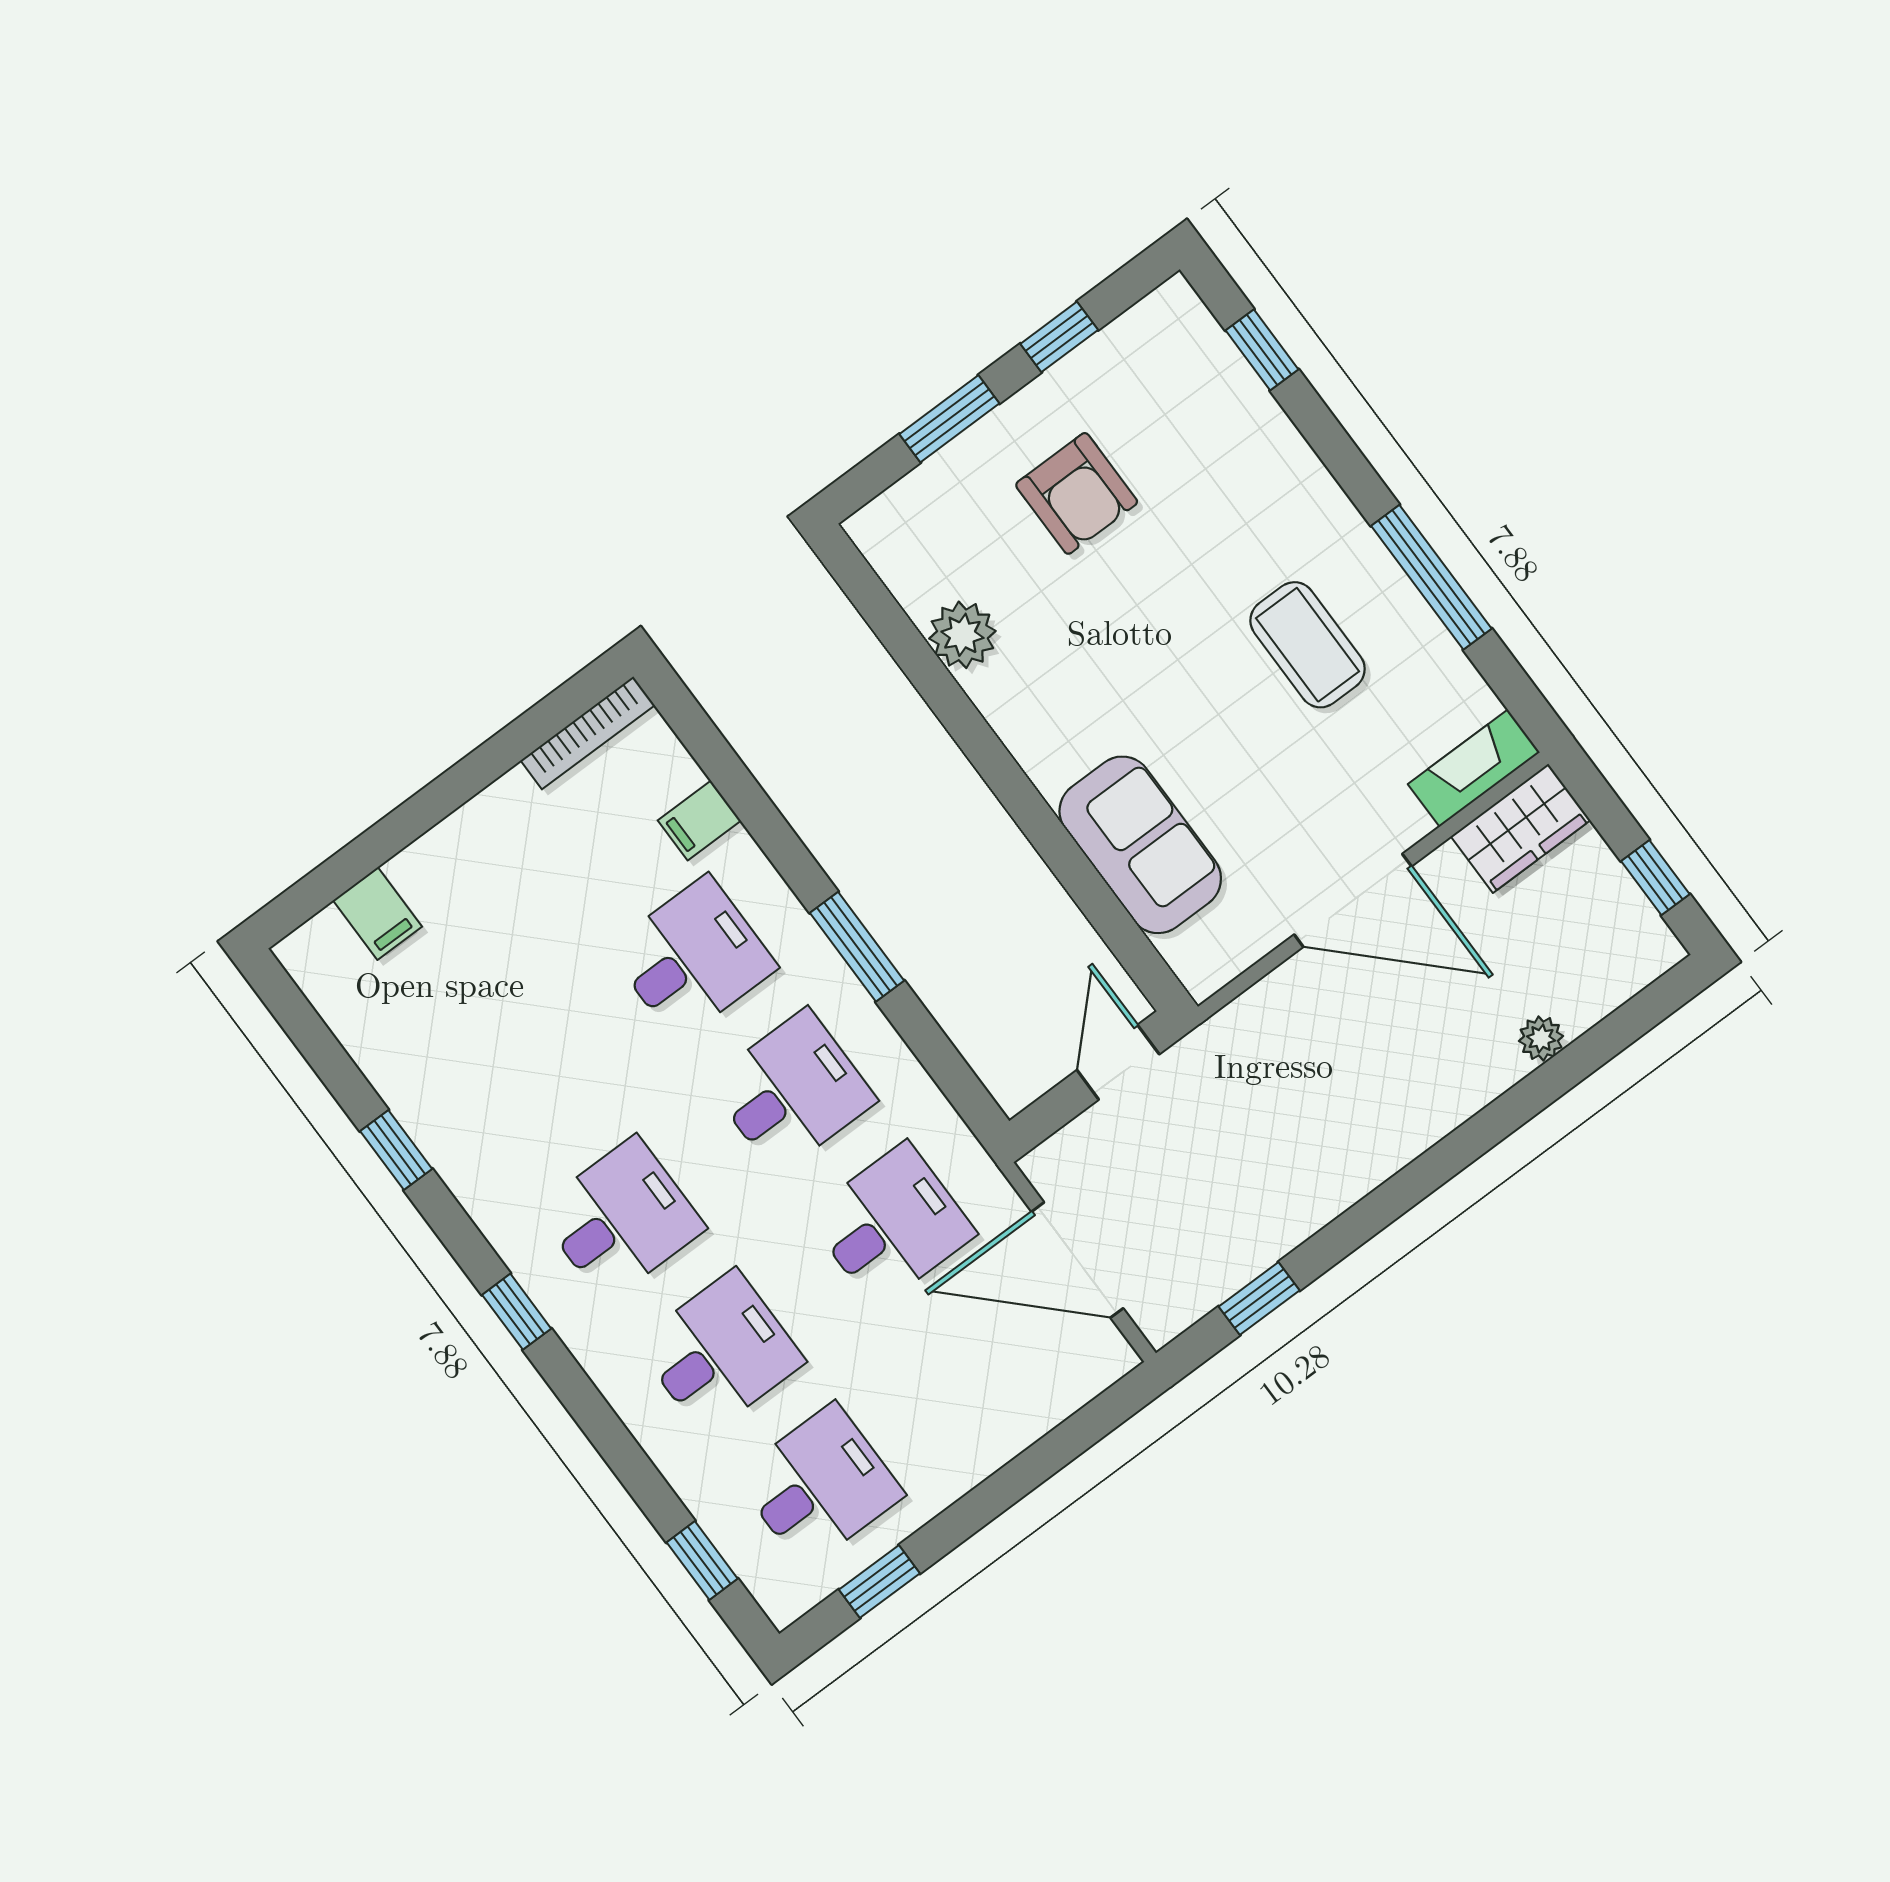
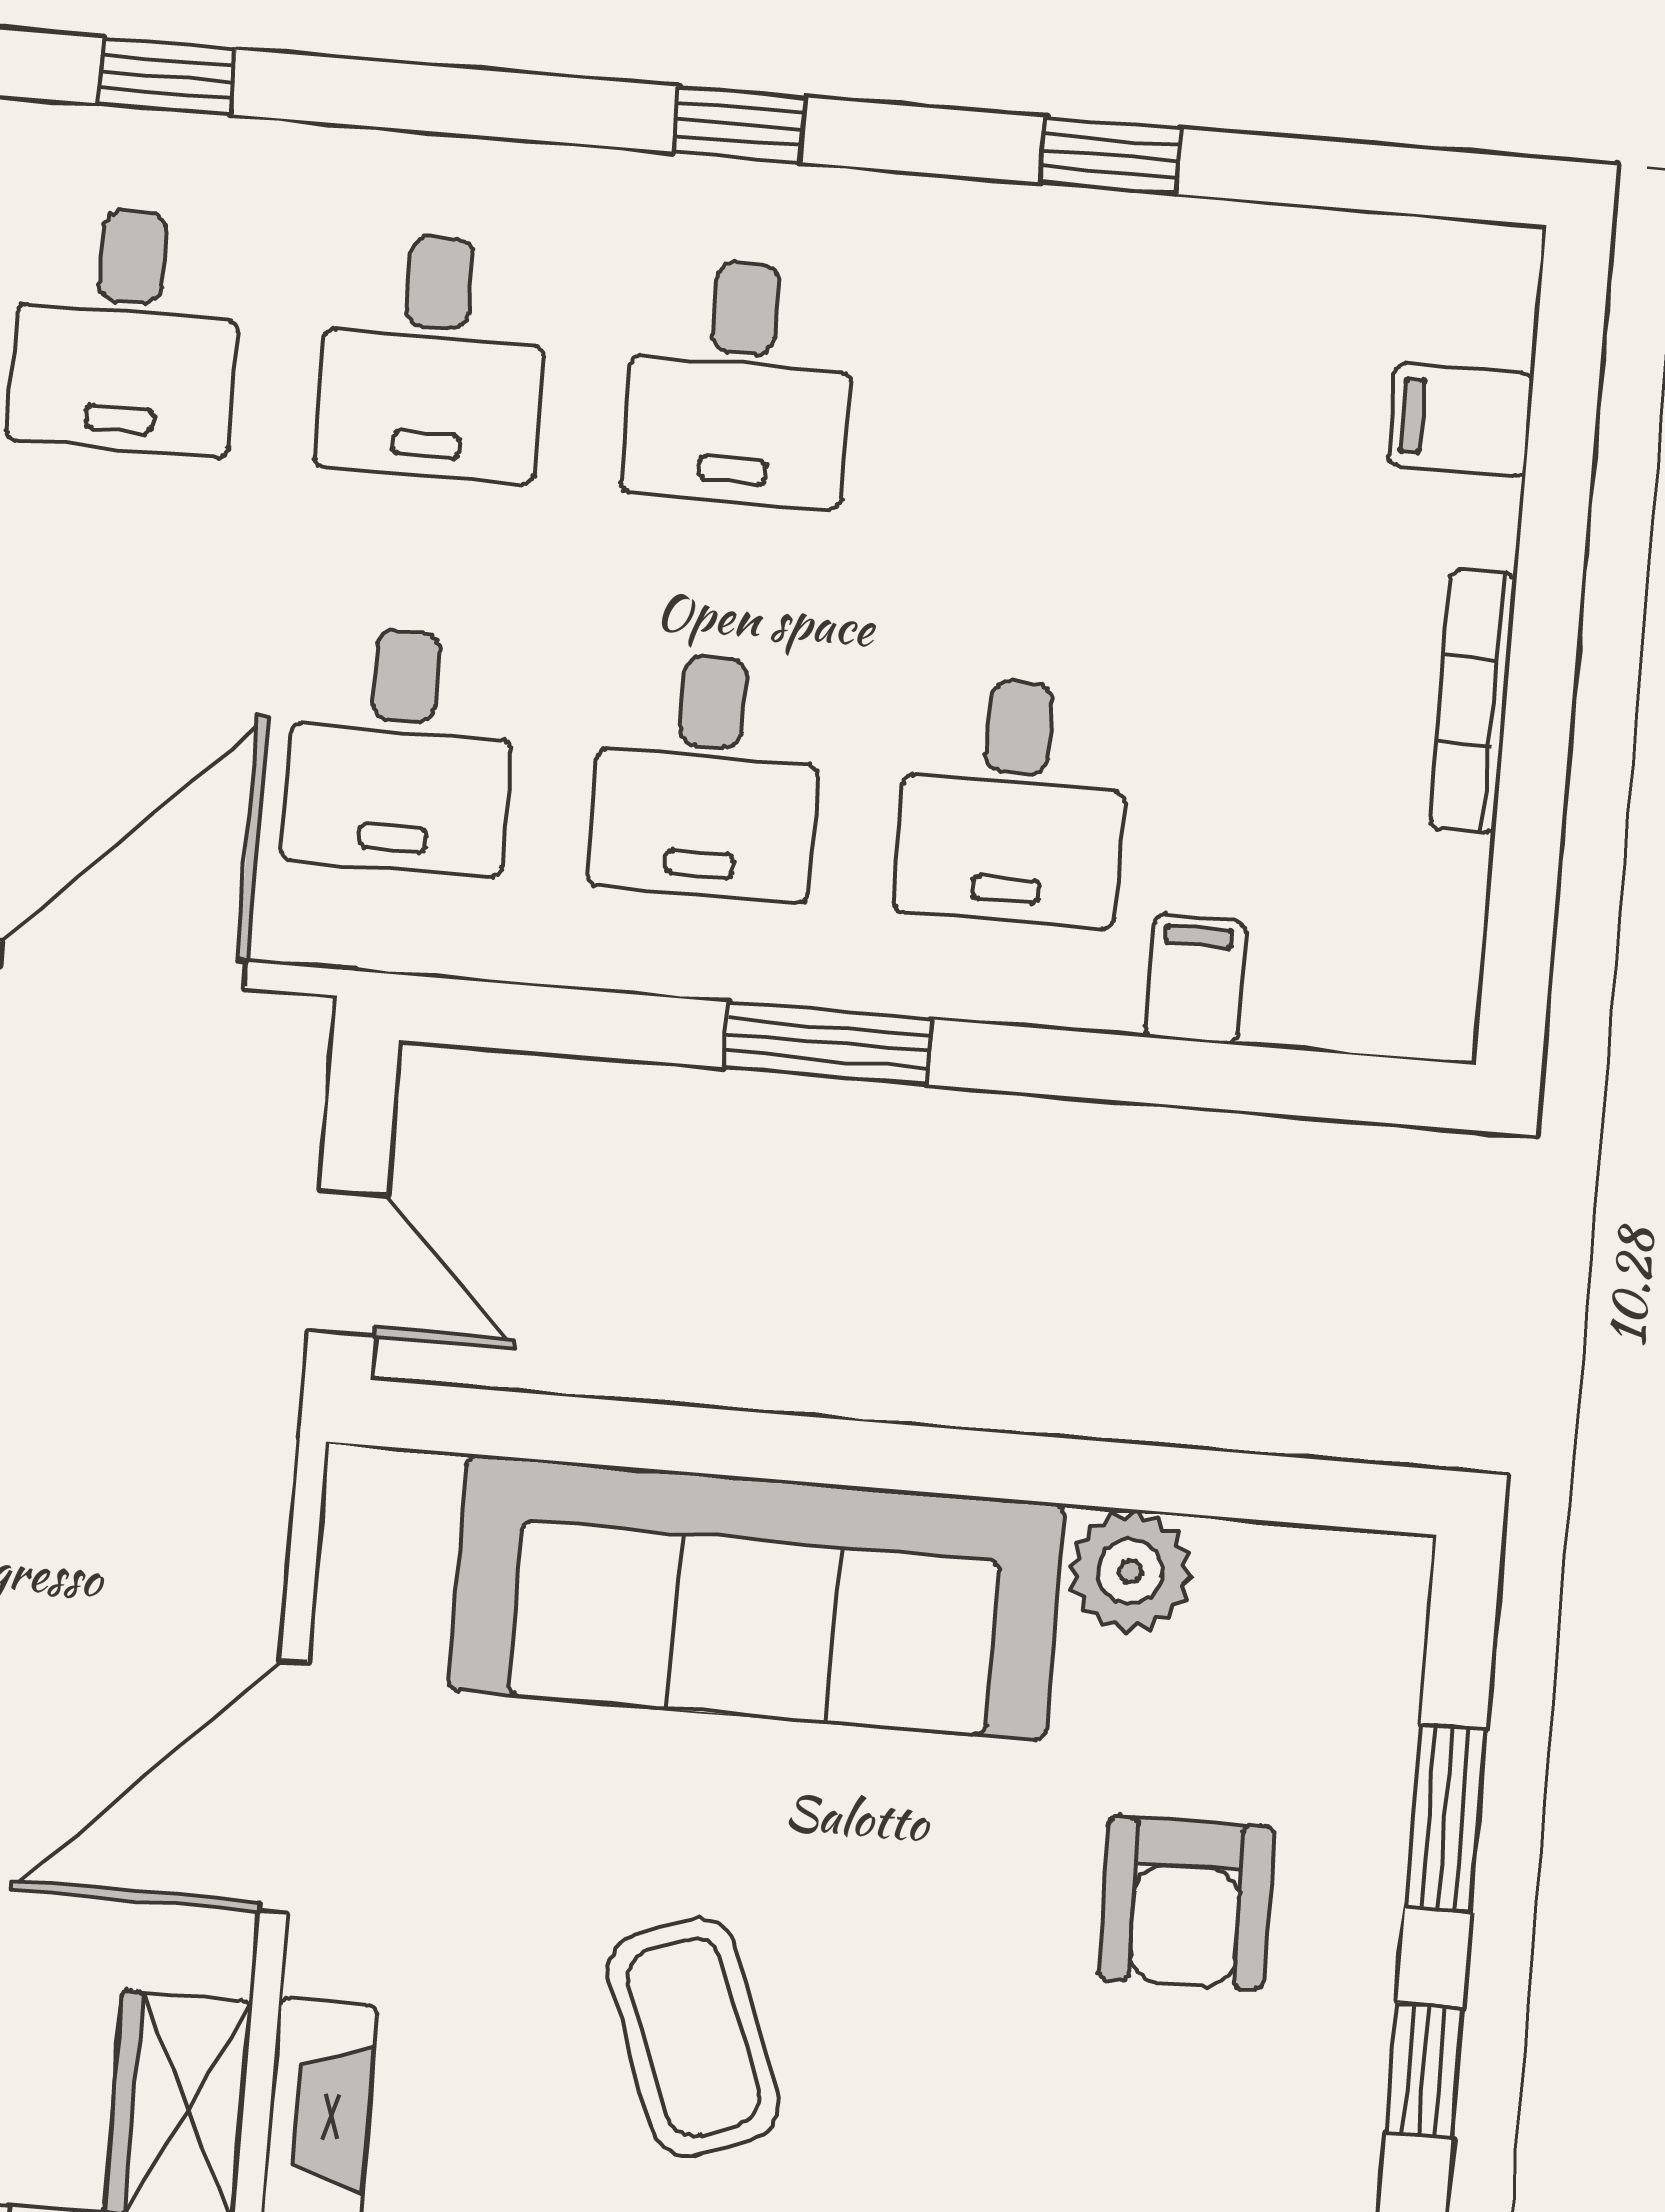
armchair: (1077, 493) -> (1186, 1903), turned -91
coffee table: (1308, 645) -> (693, 2037), turned 69
bookcase: (588, 733) -> (1473, 701), moved
sofa: (1140, 845) -> (756, 1597), width x1.85, depth x1.27

